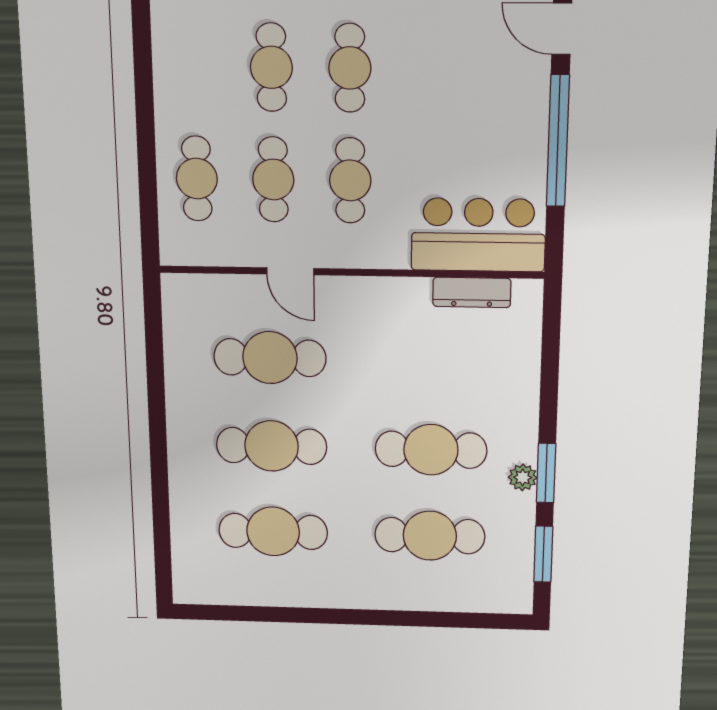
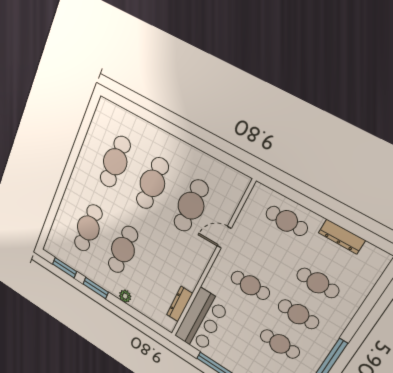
dresser: (168, 74) -> (342, 237), added
cafe table: (273, 180) -> (280, 344), moved
plant: (523, 477) -> (125, 296), moved

